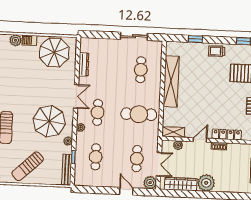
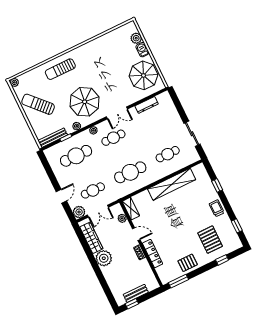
cafe table: (139, 114) -> (130, 172), turned 90
cafe table: (96, 157) -> (76, 156), width x1.37, depth x1.35

